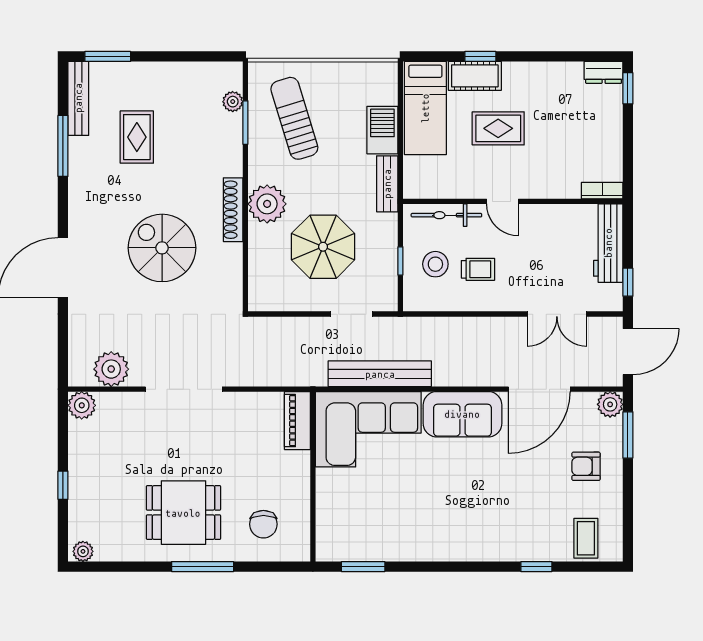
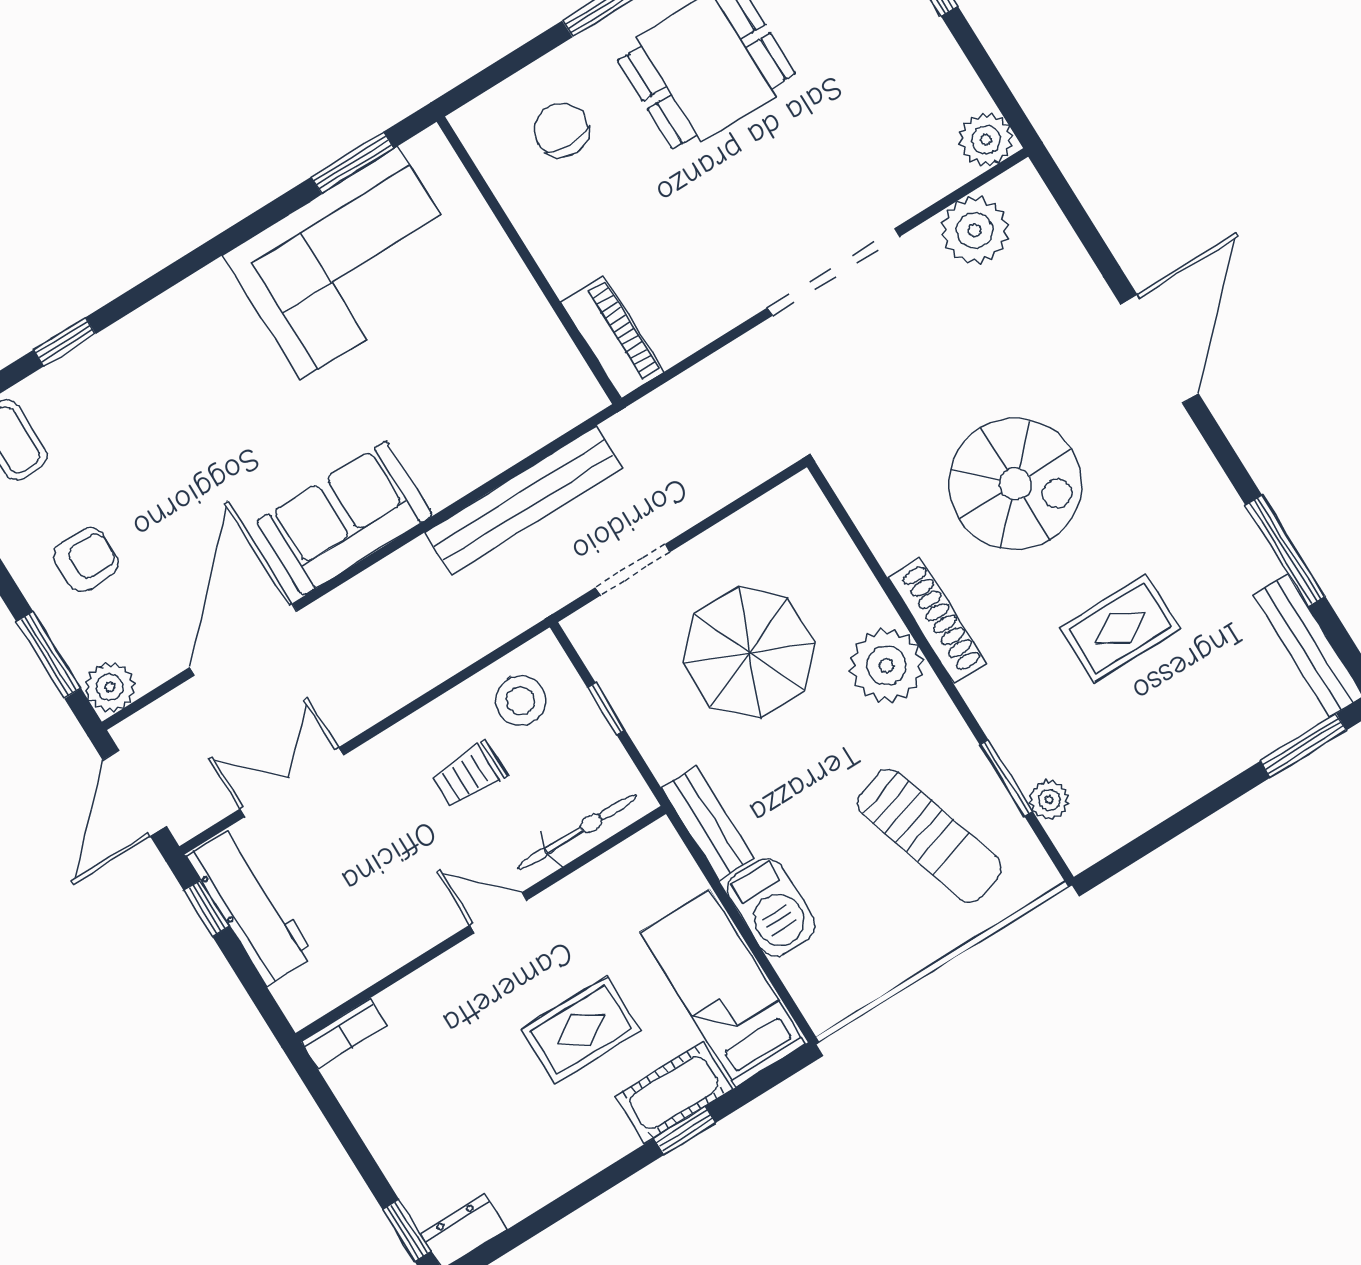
rug: (137, 137) -> (1120, 628), moved, turned 90
workbench: (608, 243) -> (251, 906), moved
stool: (435, 264) -> (521, 701), moved
corner sofa: (368, 429) -> (349, 263), moved, turned 180

